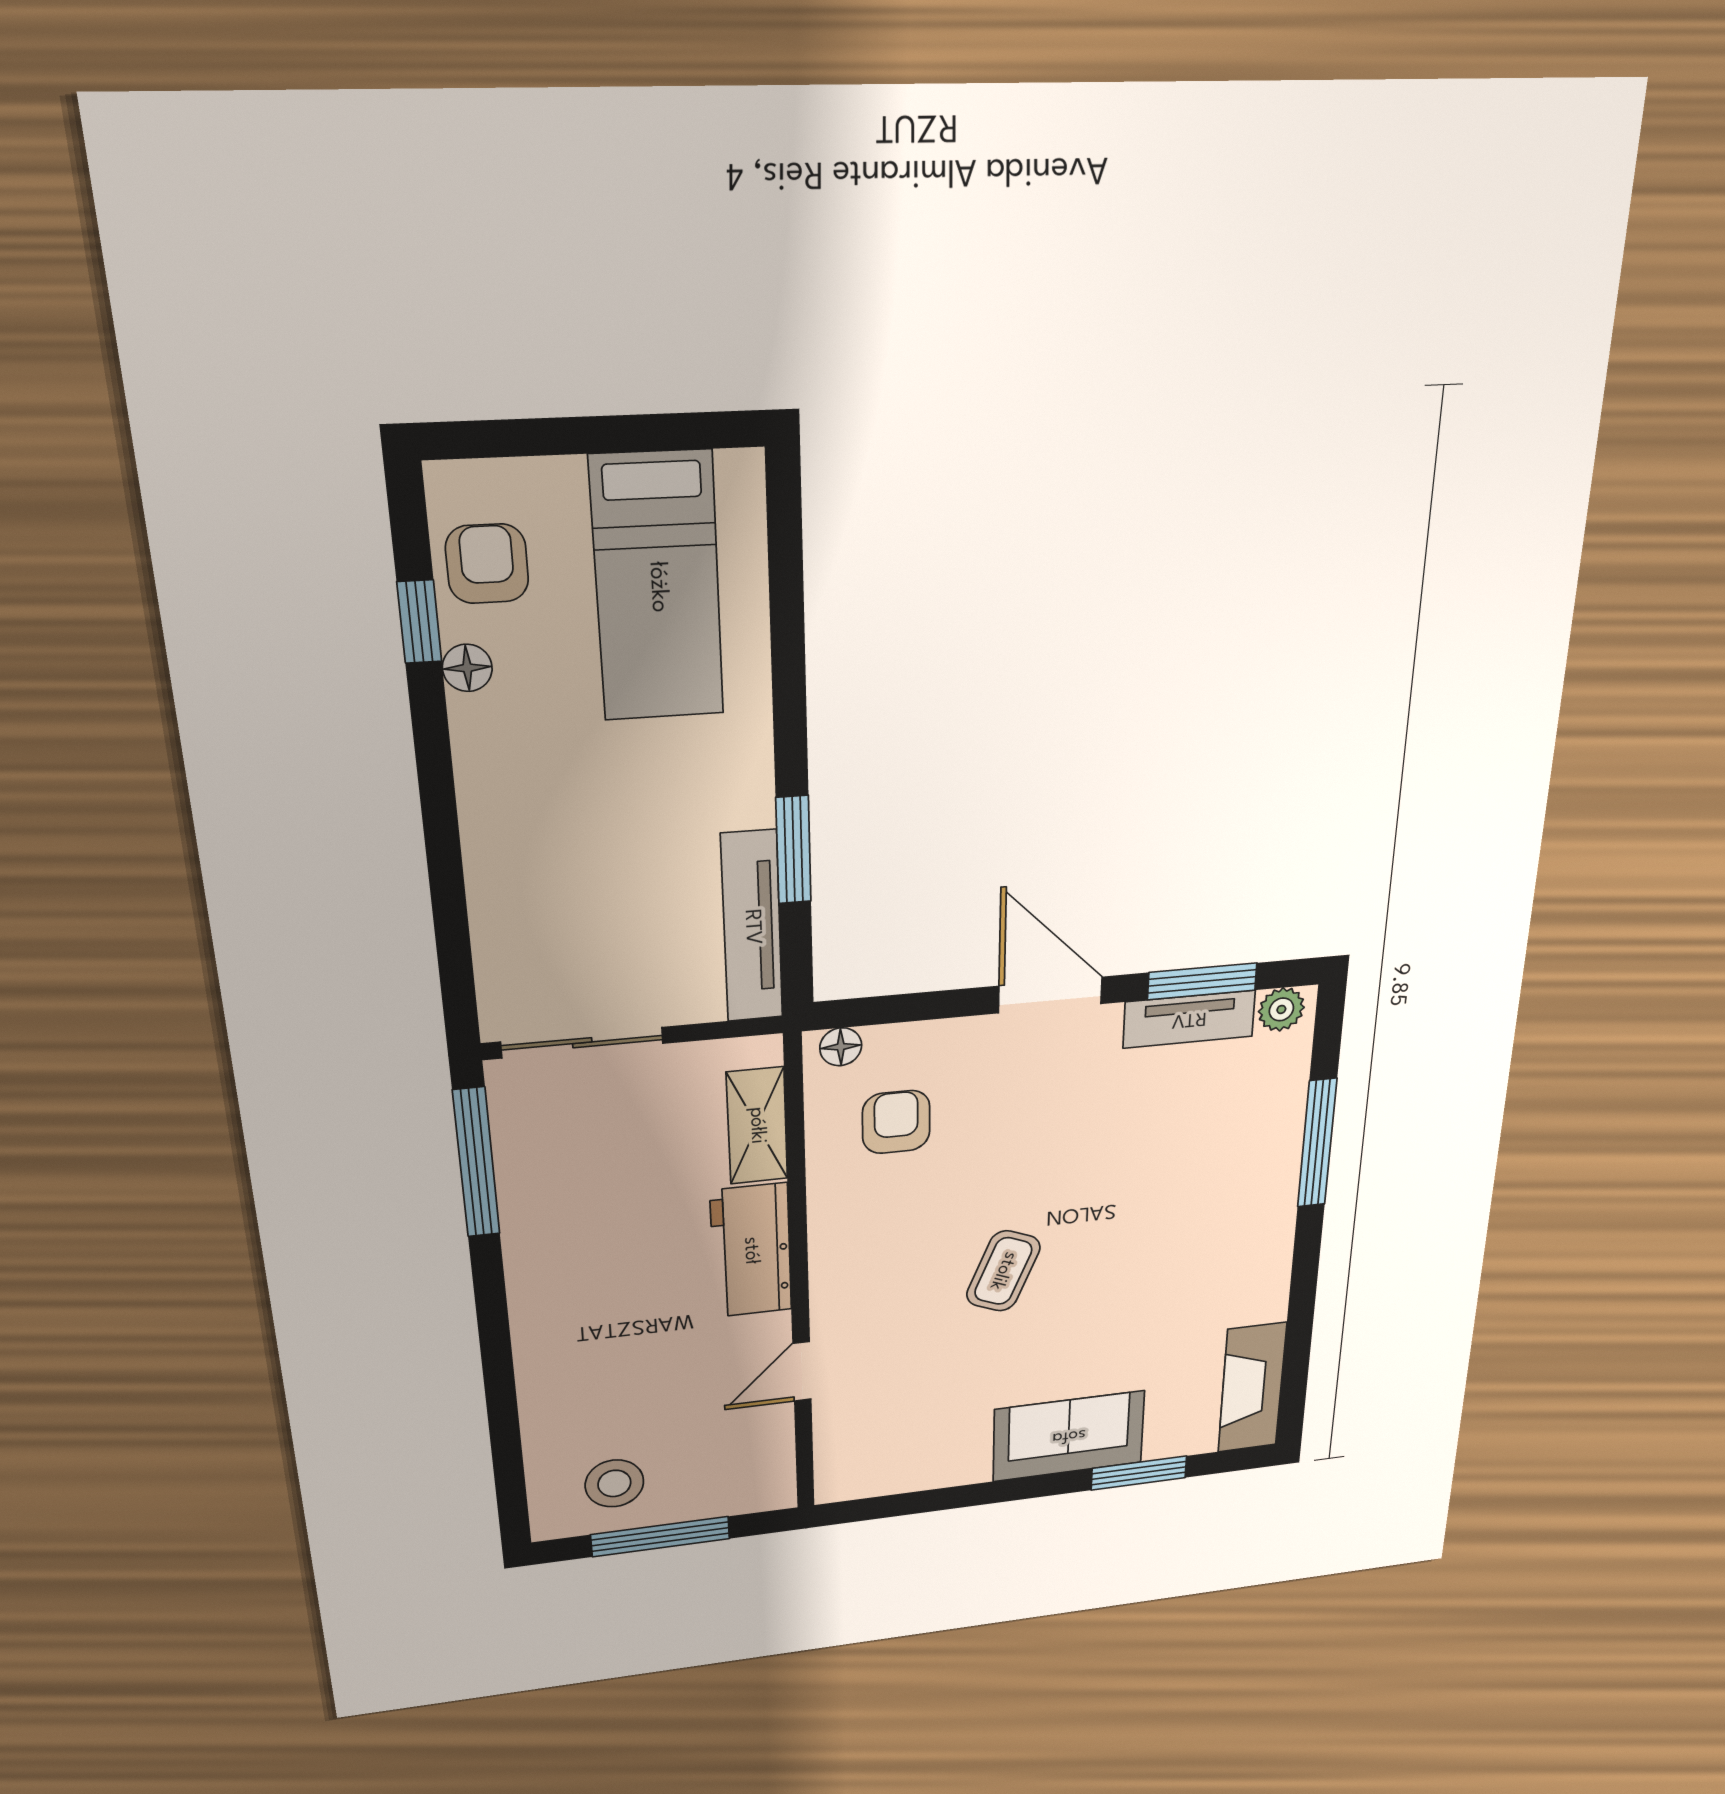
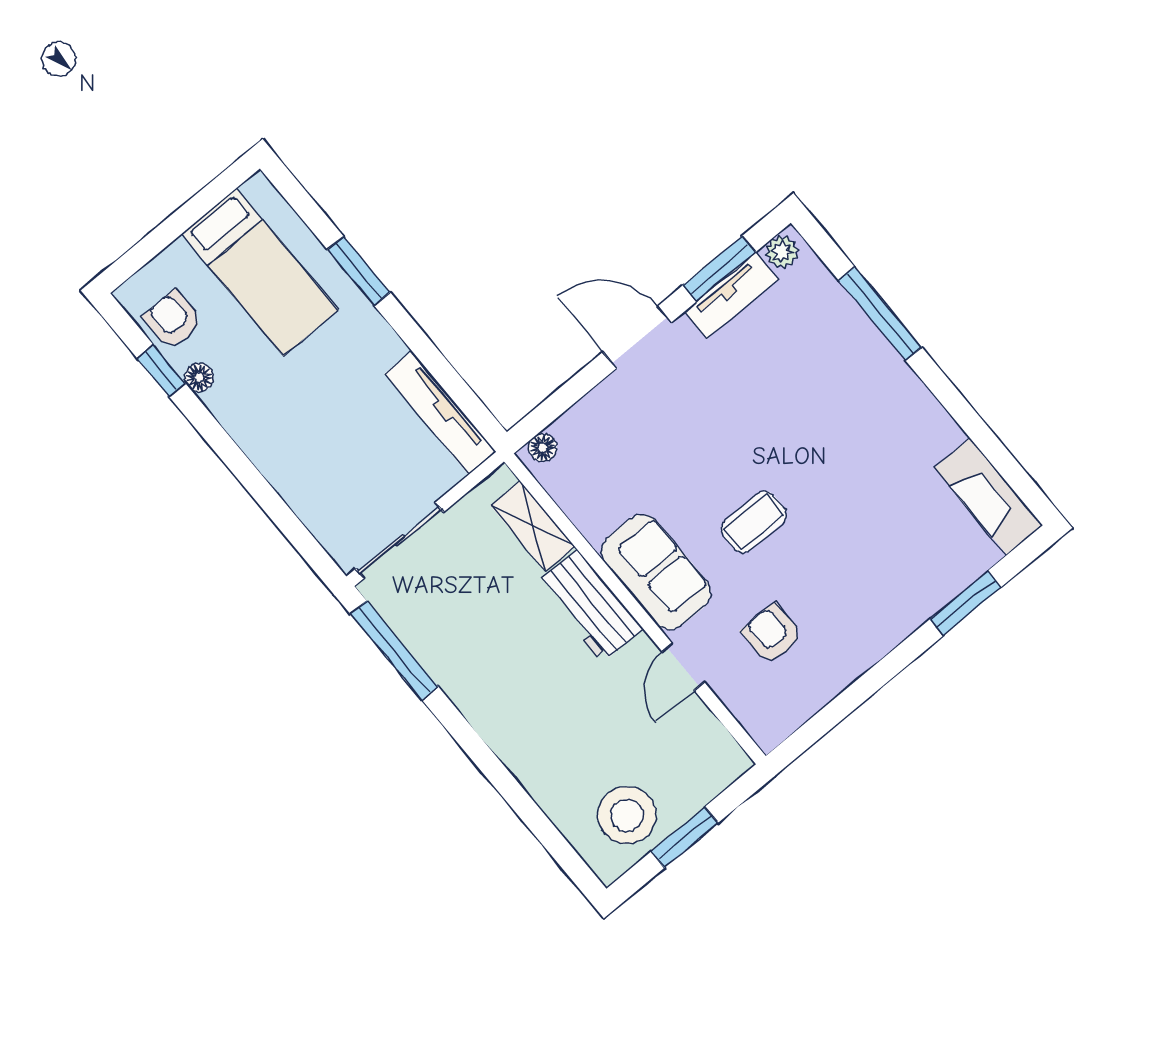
window: (793, 850) -> (359, 271), moved
armchair: (896, 1122) -> (772, 634), moved
coffee table: (1003, 1271) -> (754, 522), turned 68
sofa: (1069, 1436) -> (656, 572), moved, turned 90
stool: (614, 1483) -> (627, 815), width x1.38, depth x1.38
window: (660, 1537) -> (685, 837), width x0.69

